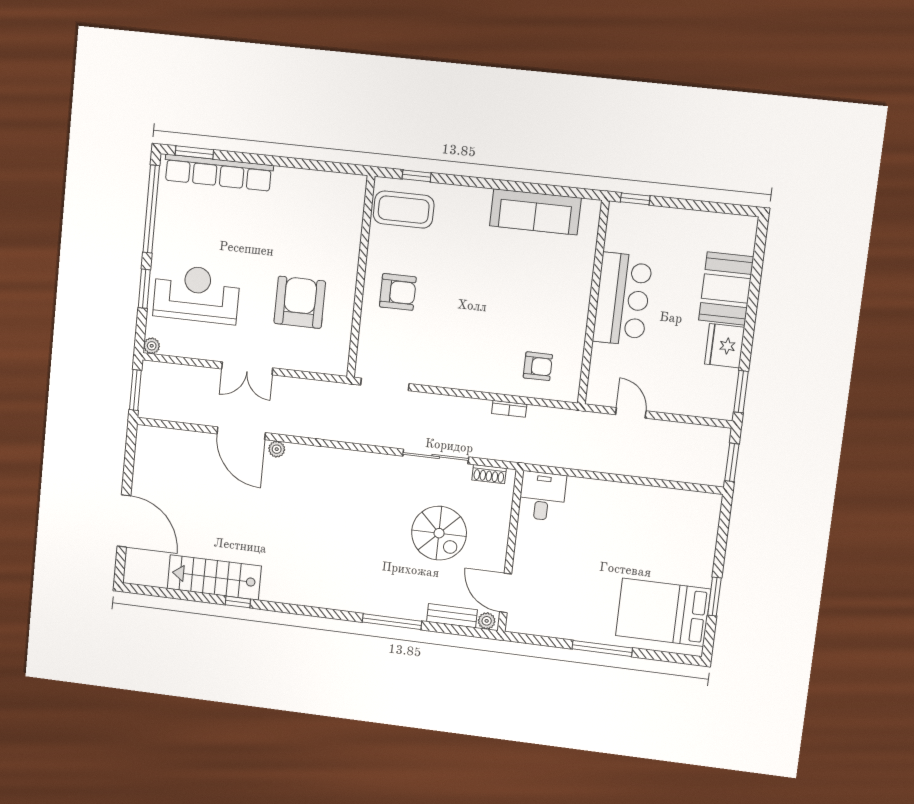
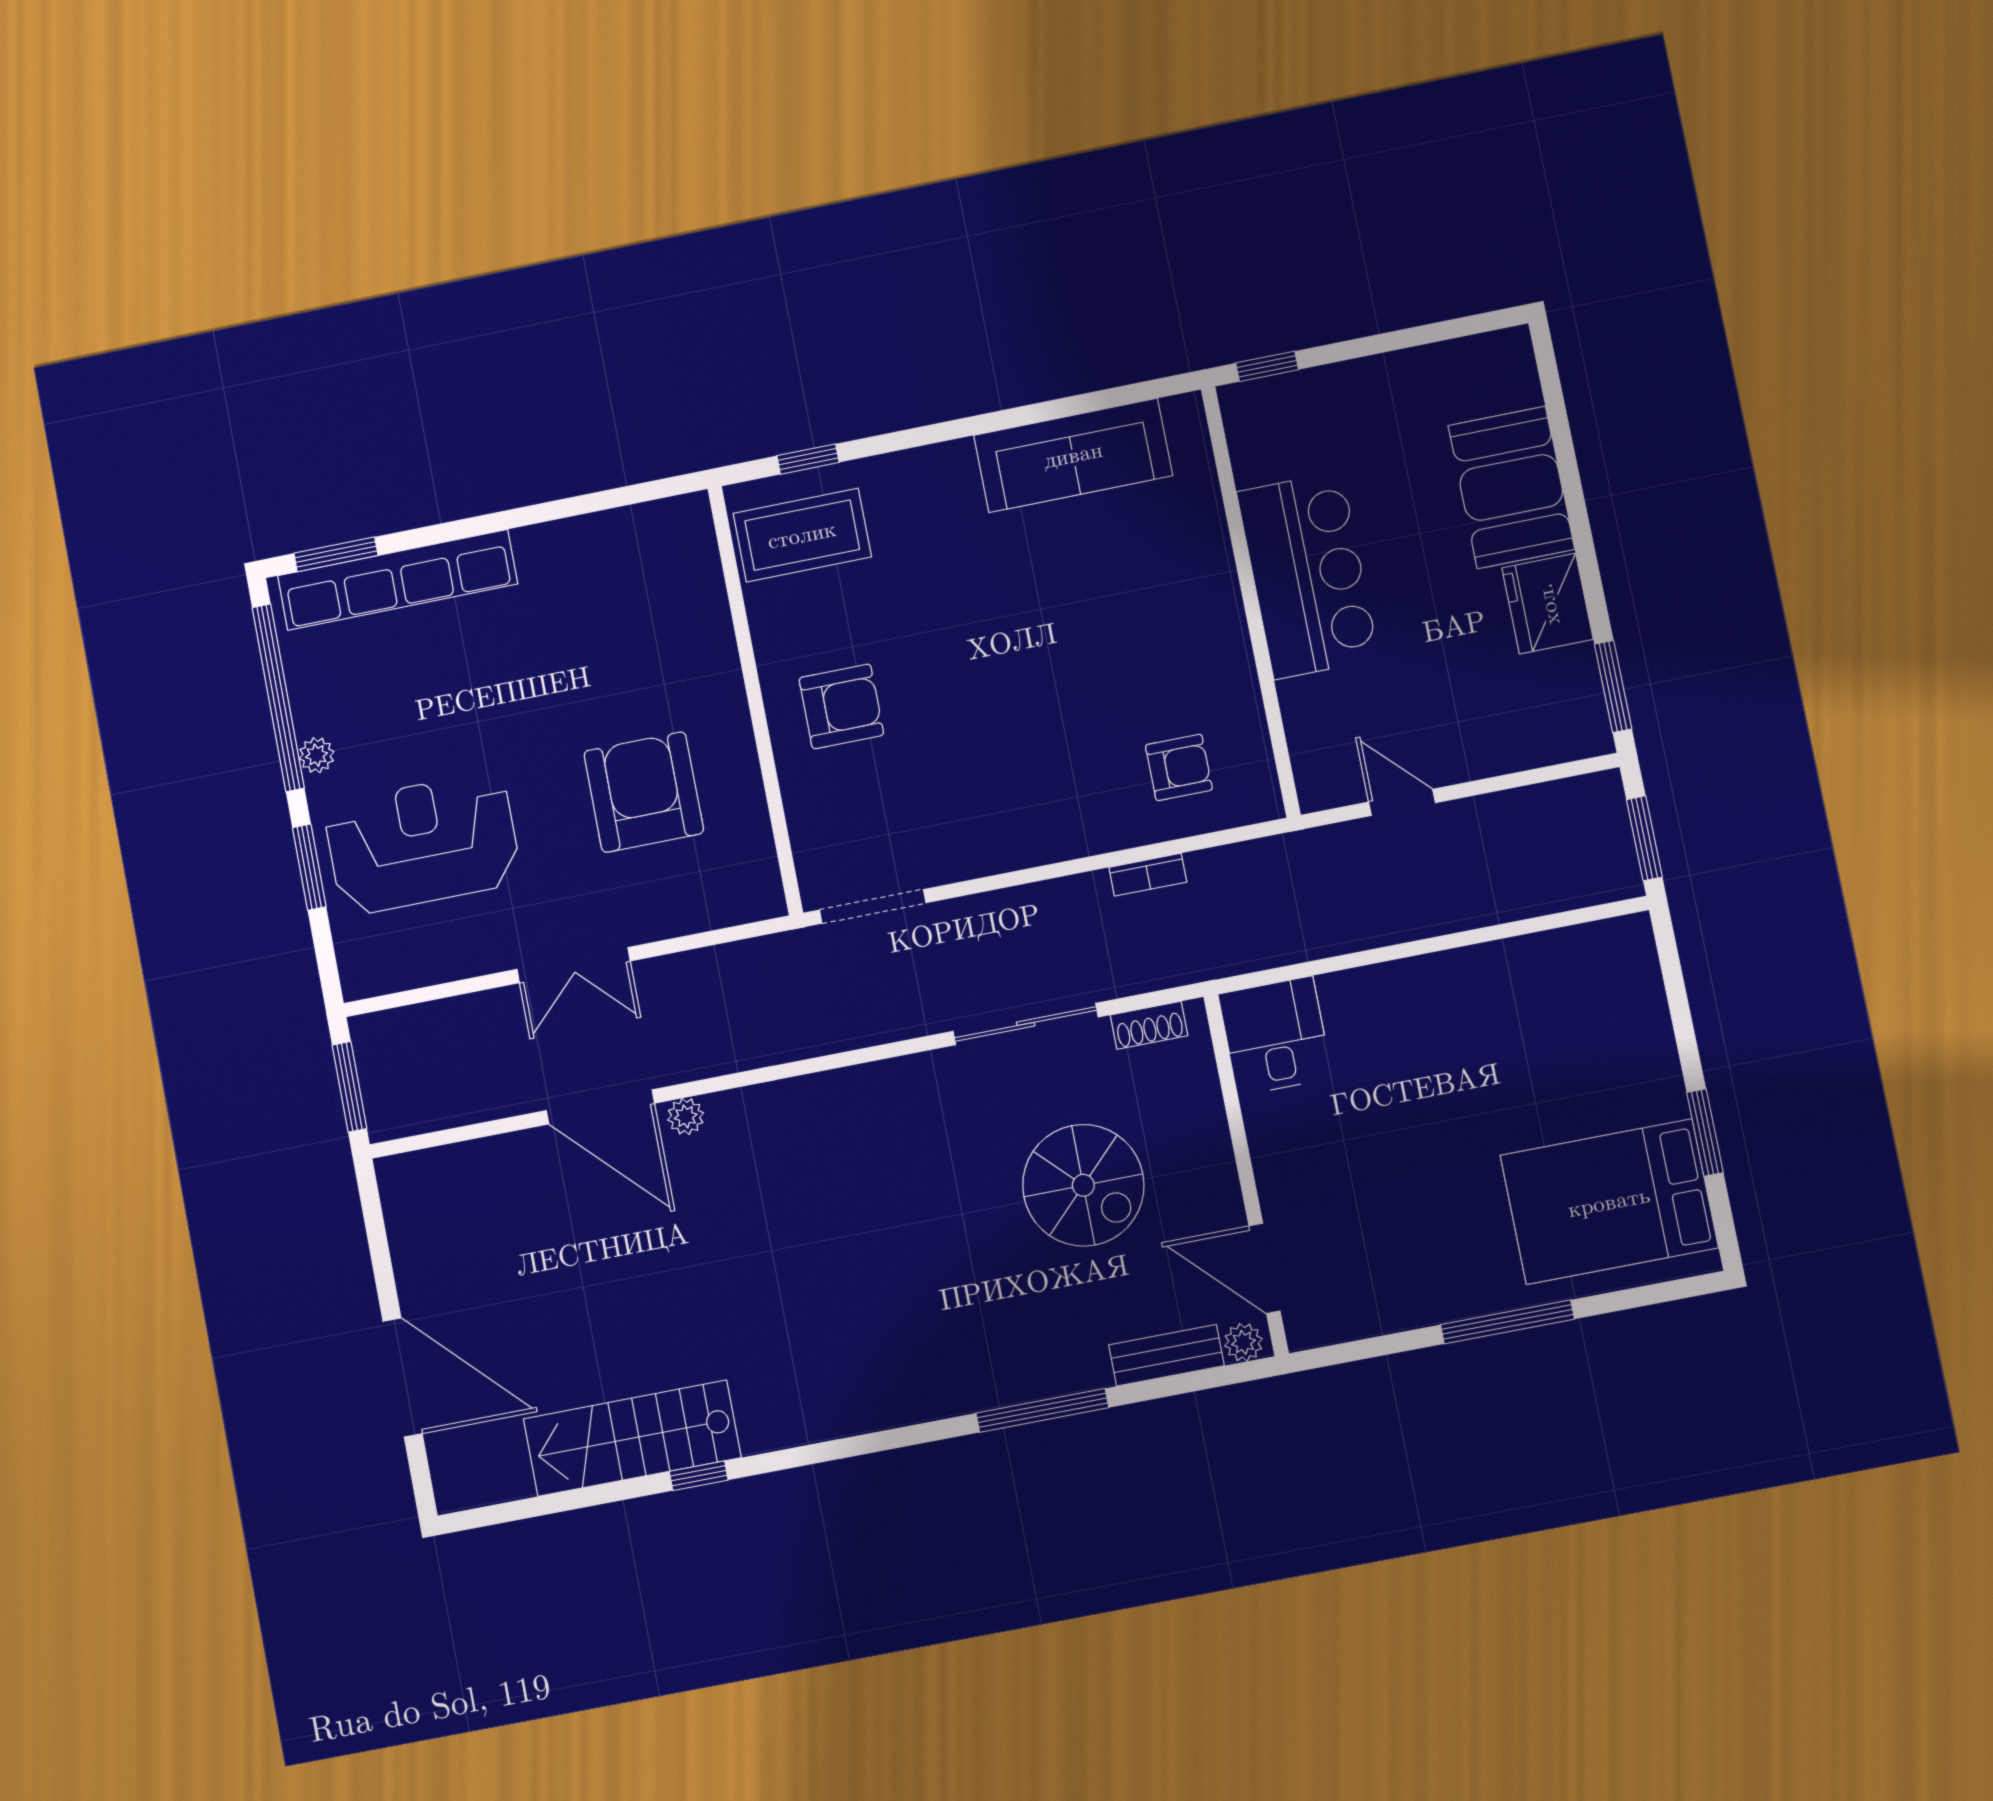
plant: (152, 346) -> (317, 755), moved

